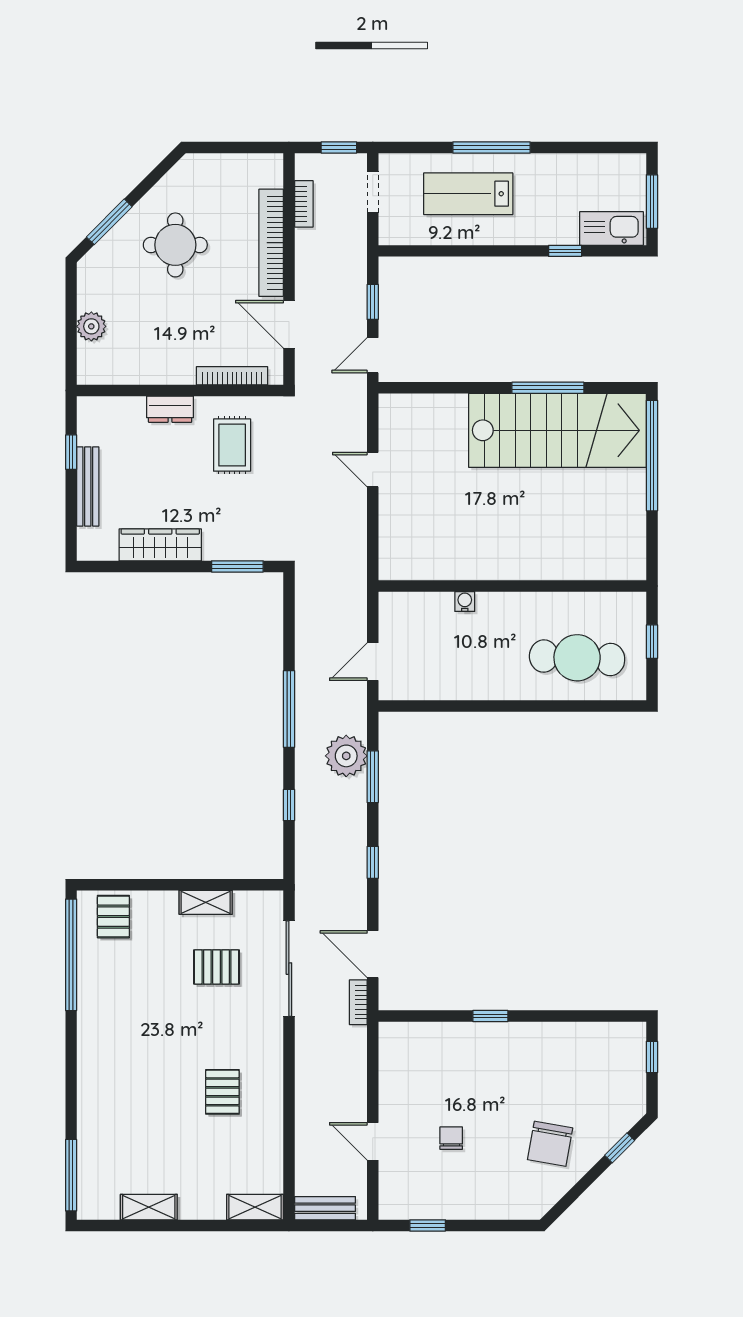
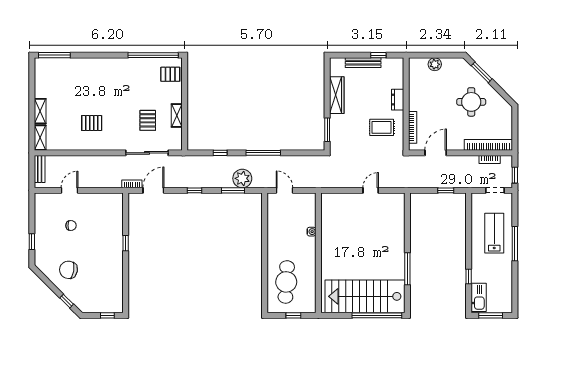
bookcase: (271, 243) -> (488, 145), moved
door: (373, 355) -> (422, 190), removed
stairs: (557, 430) -> (365, 296), moved, turned 90
shelving: (149, 1207) -> (40, 111), moved
window: (428, 1225) -> (32, 242), moved

